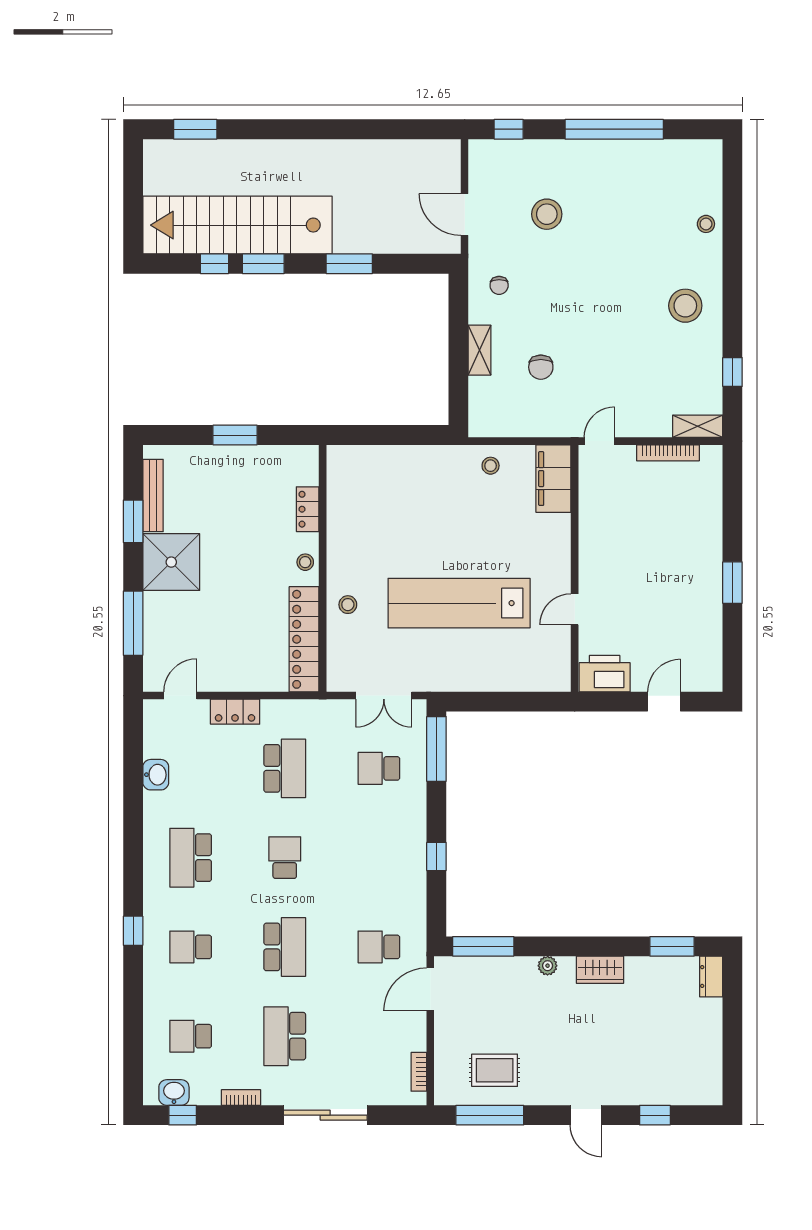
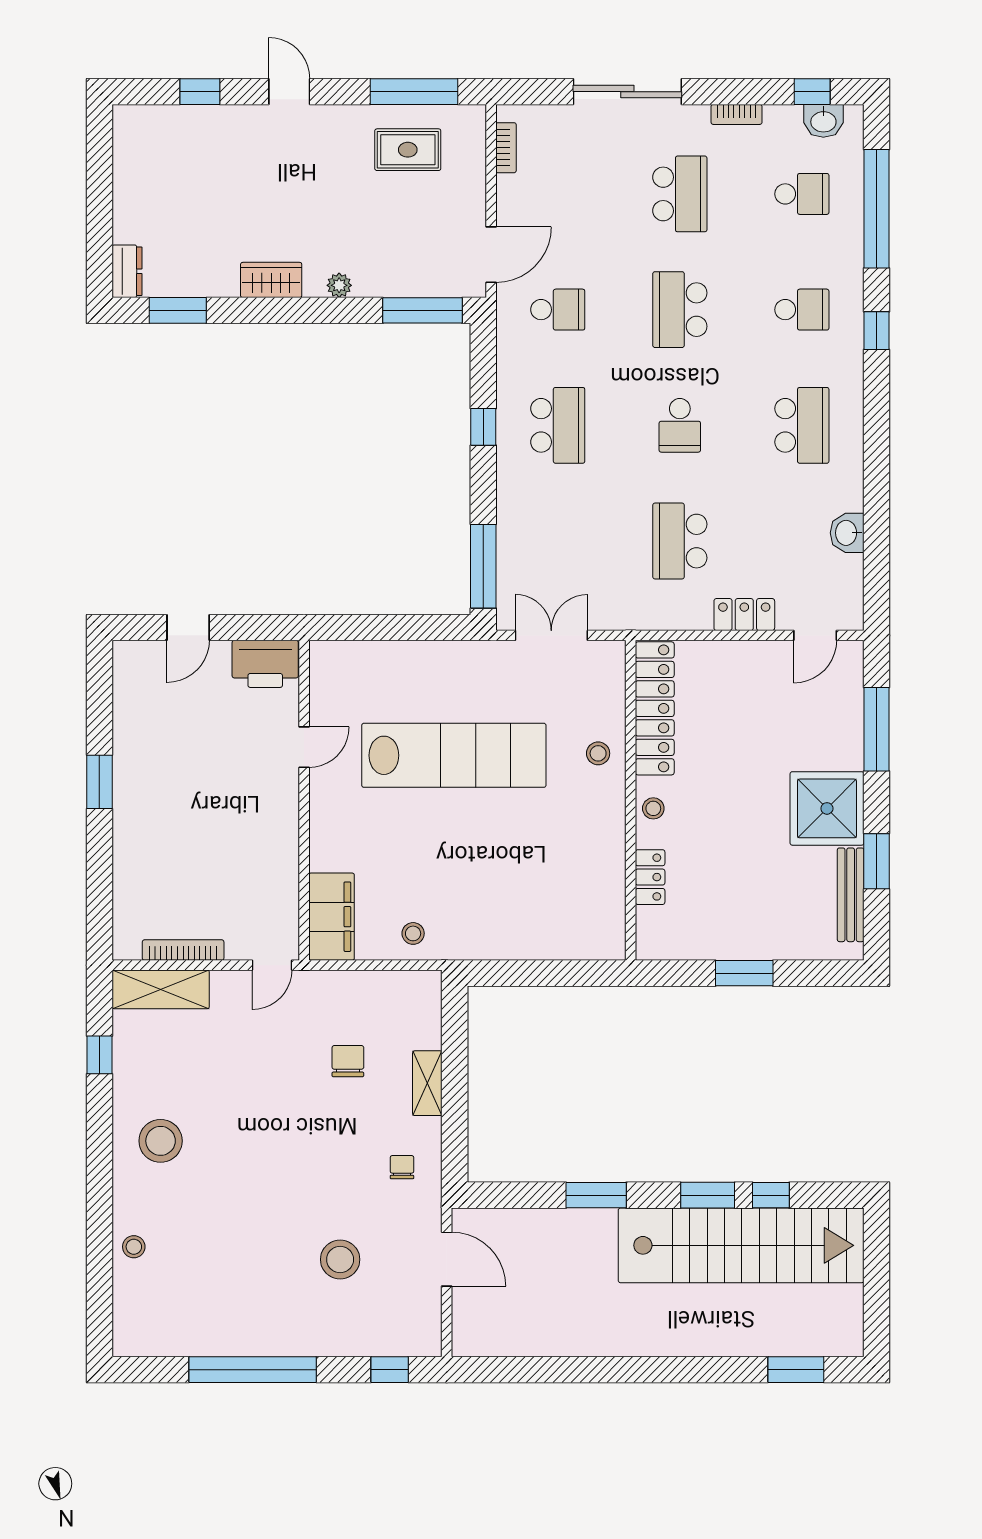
shelving: (698, 426) -> (161, 989), width x1.50, depth x1.33
school desk: (379, 768) -> (558, 425), moved, width x1.85
window: (133, 1025) -> (876, 209), added

